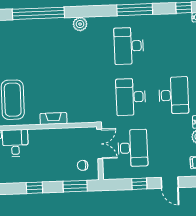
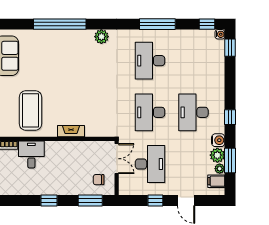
desk: (174, 95) -> (193, 112), turned 180

